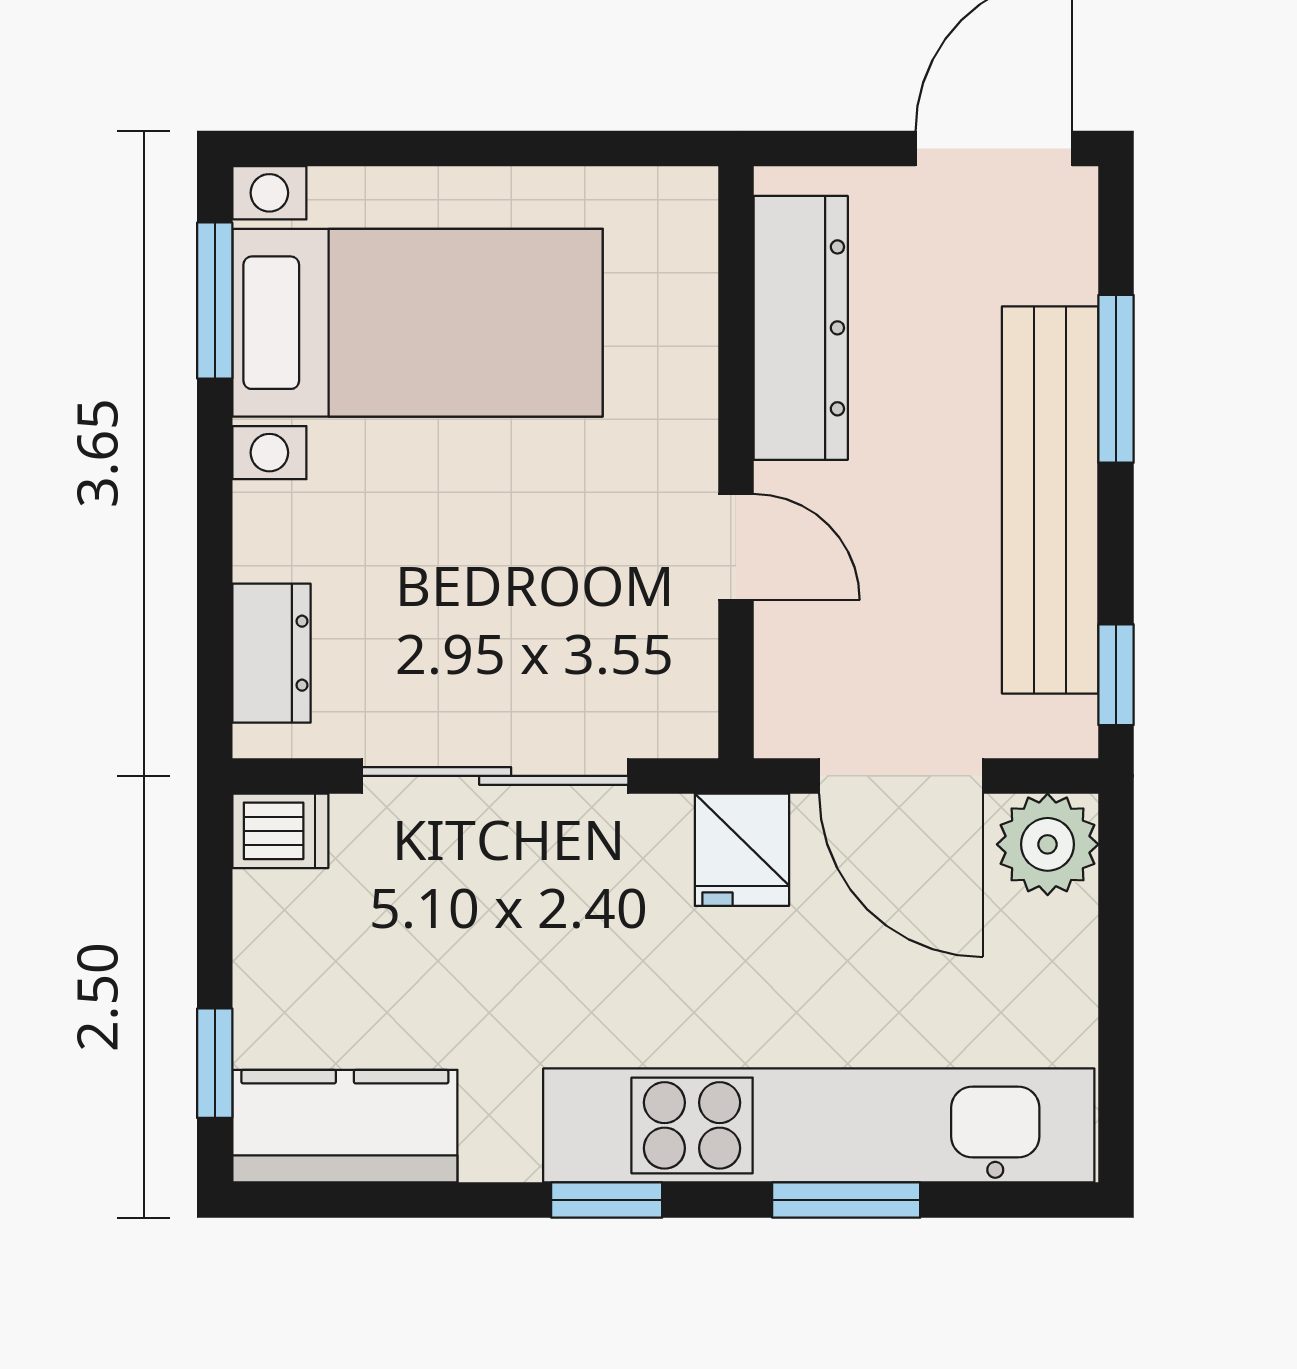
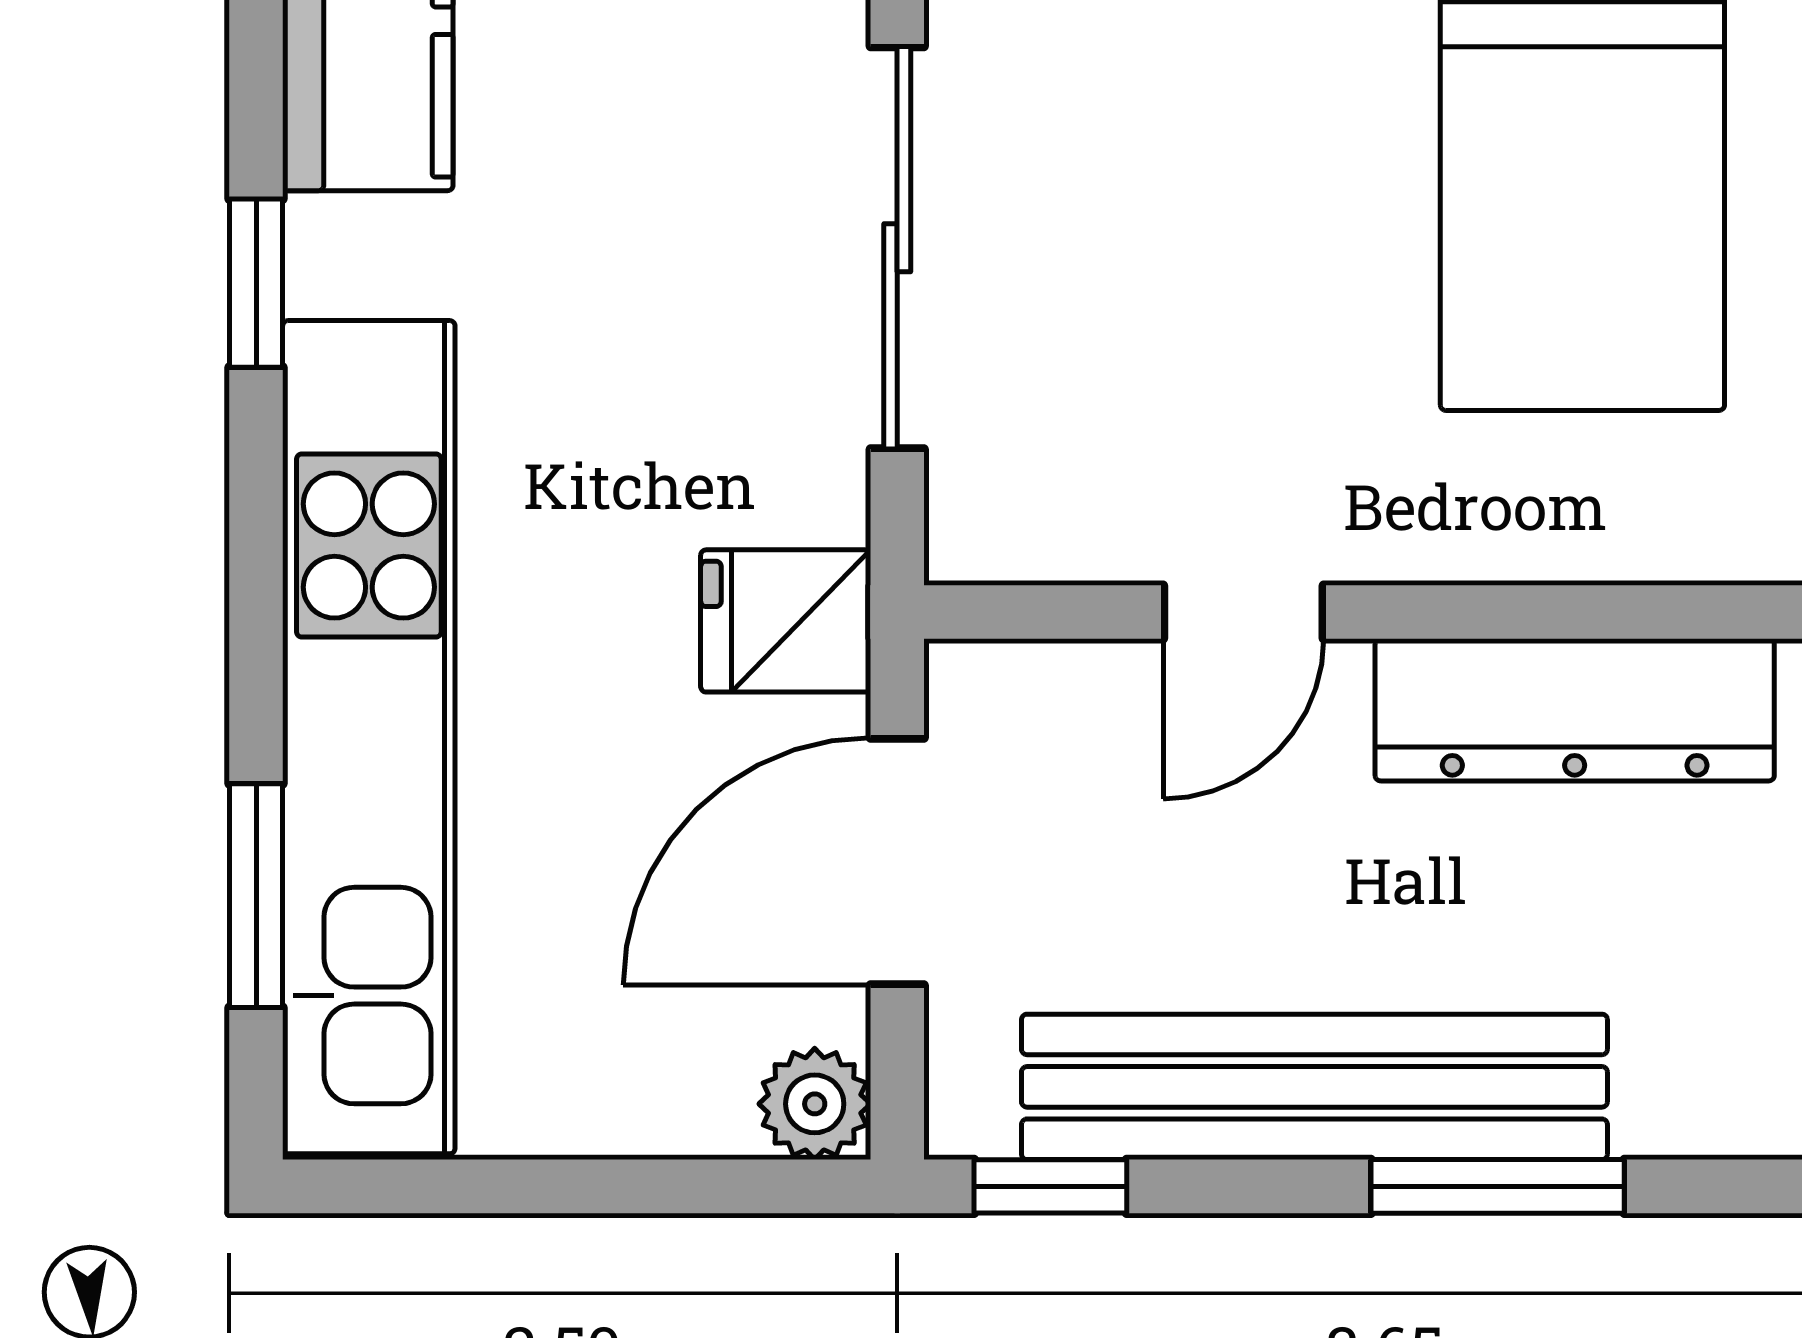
plant: (1048, 844) -> (815, 1104), width x0.73, depth x0.73
window: (607, 1200) -> (256, 283), moved
window: (846, 1200) -> (256, 896), moved

